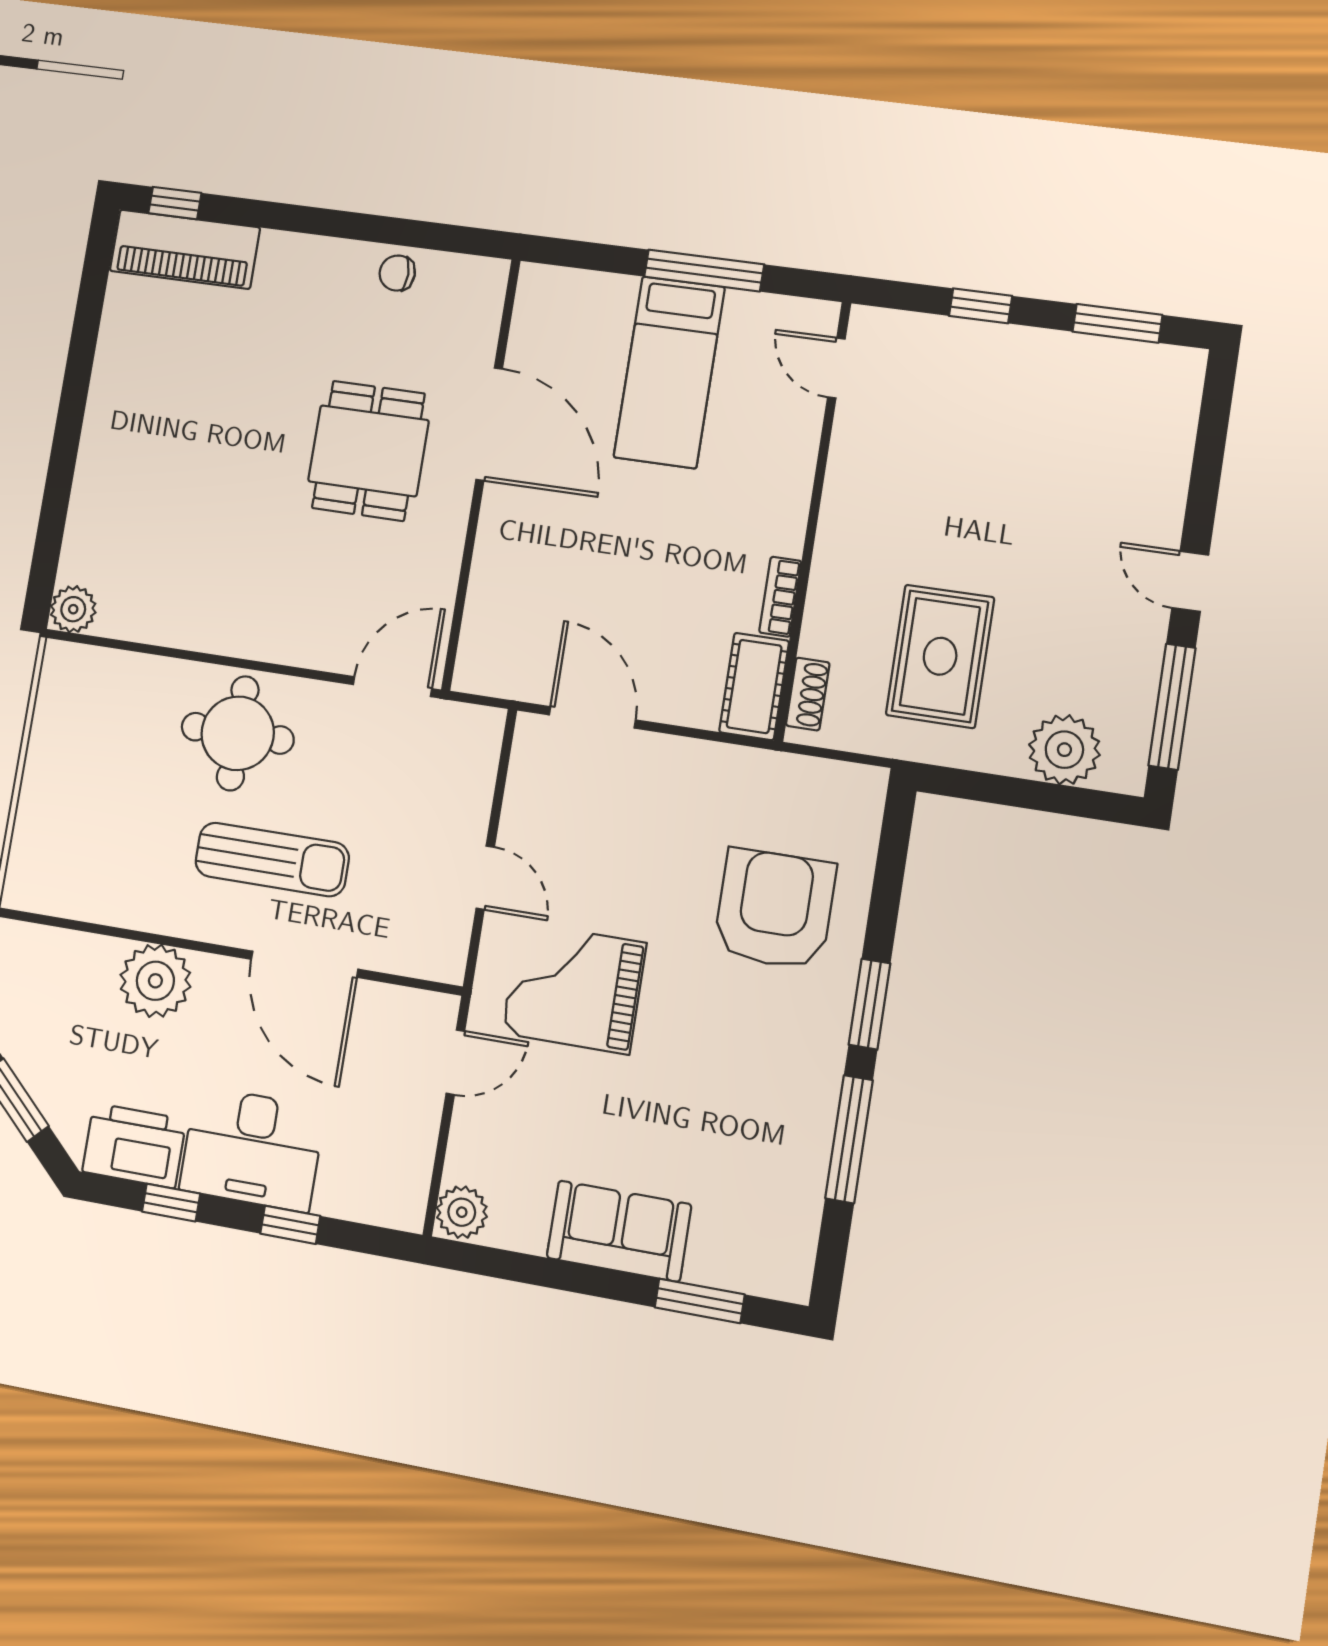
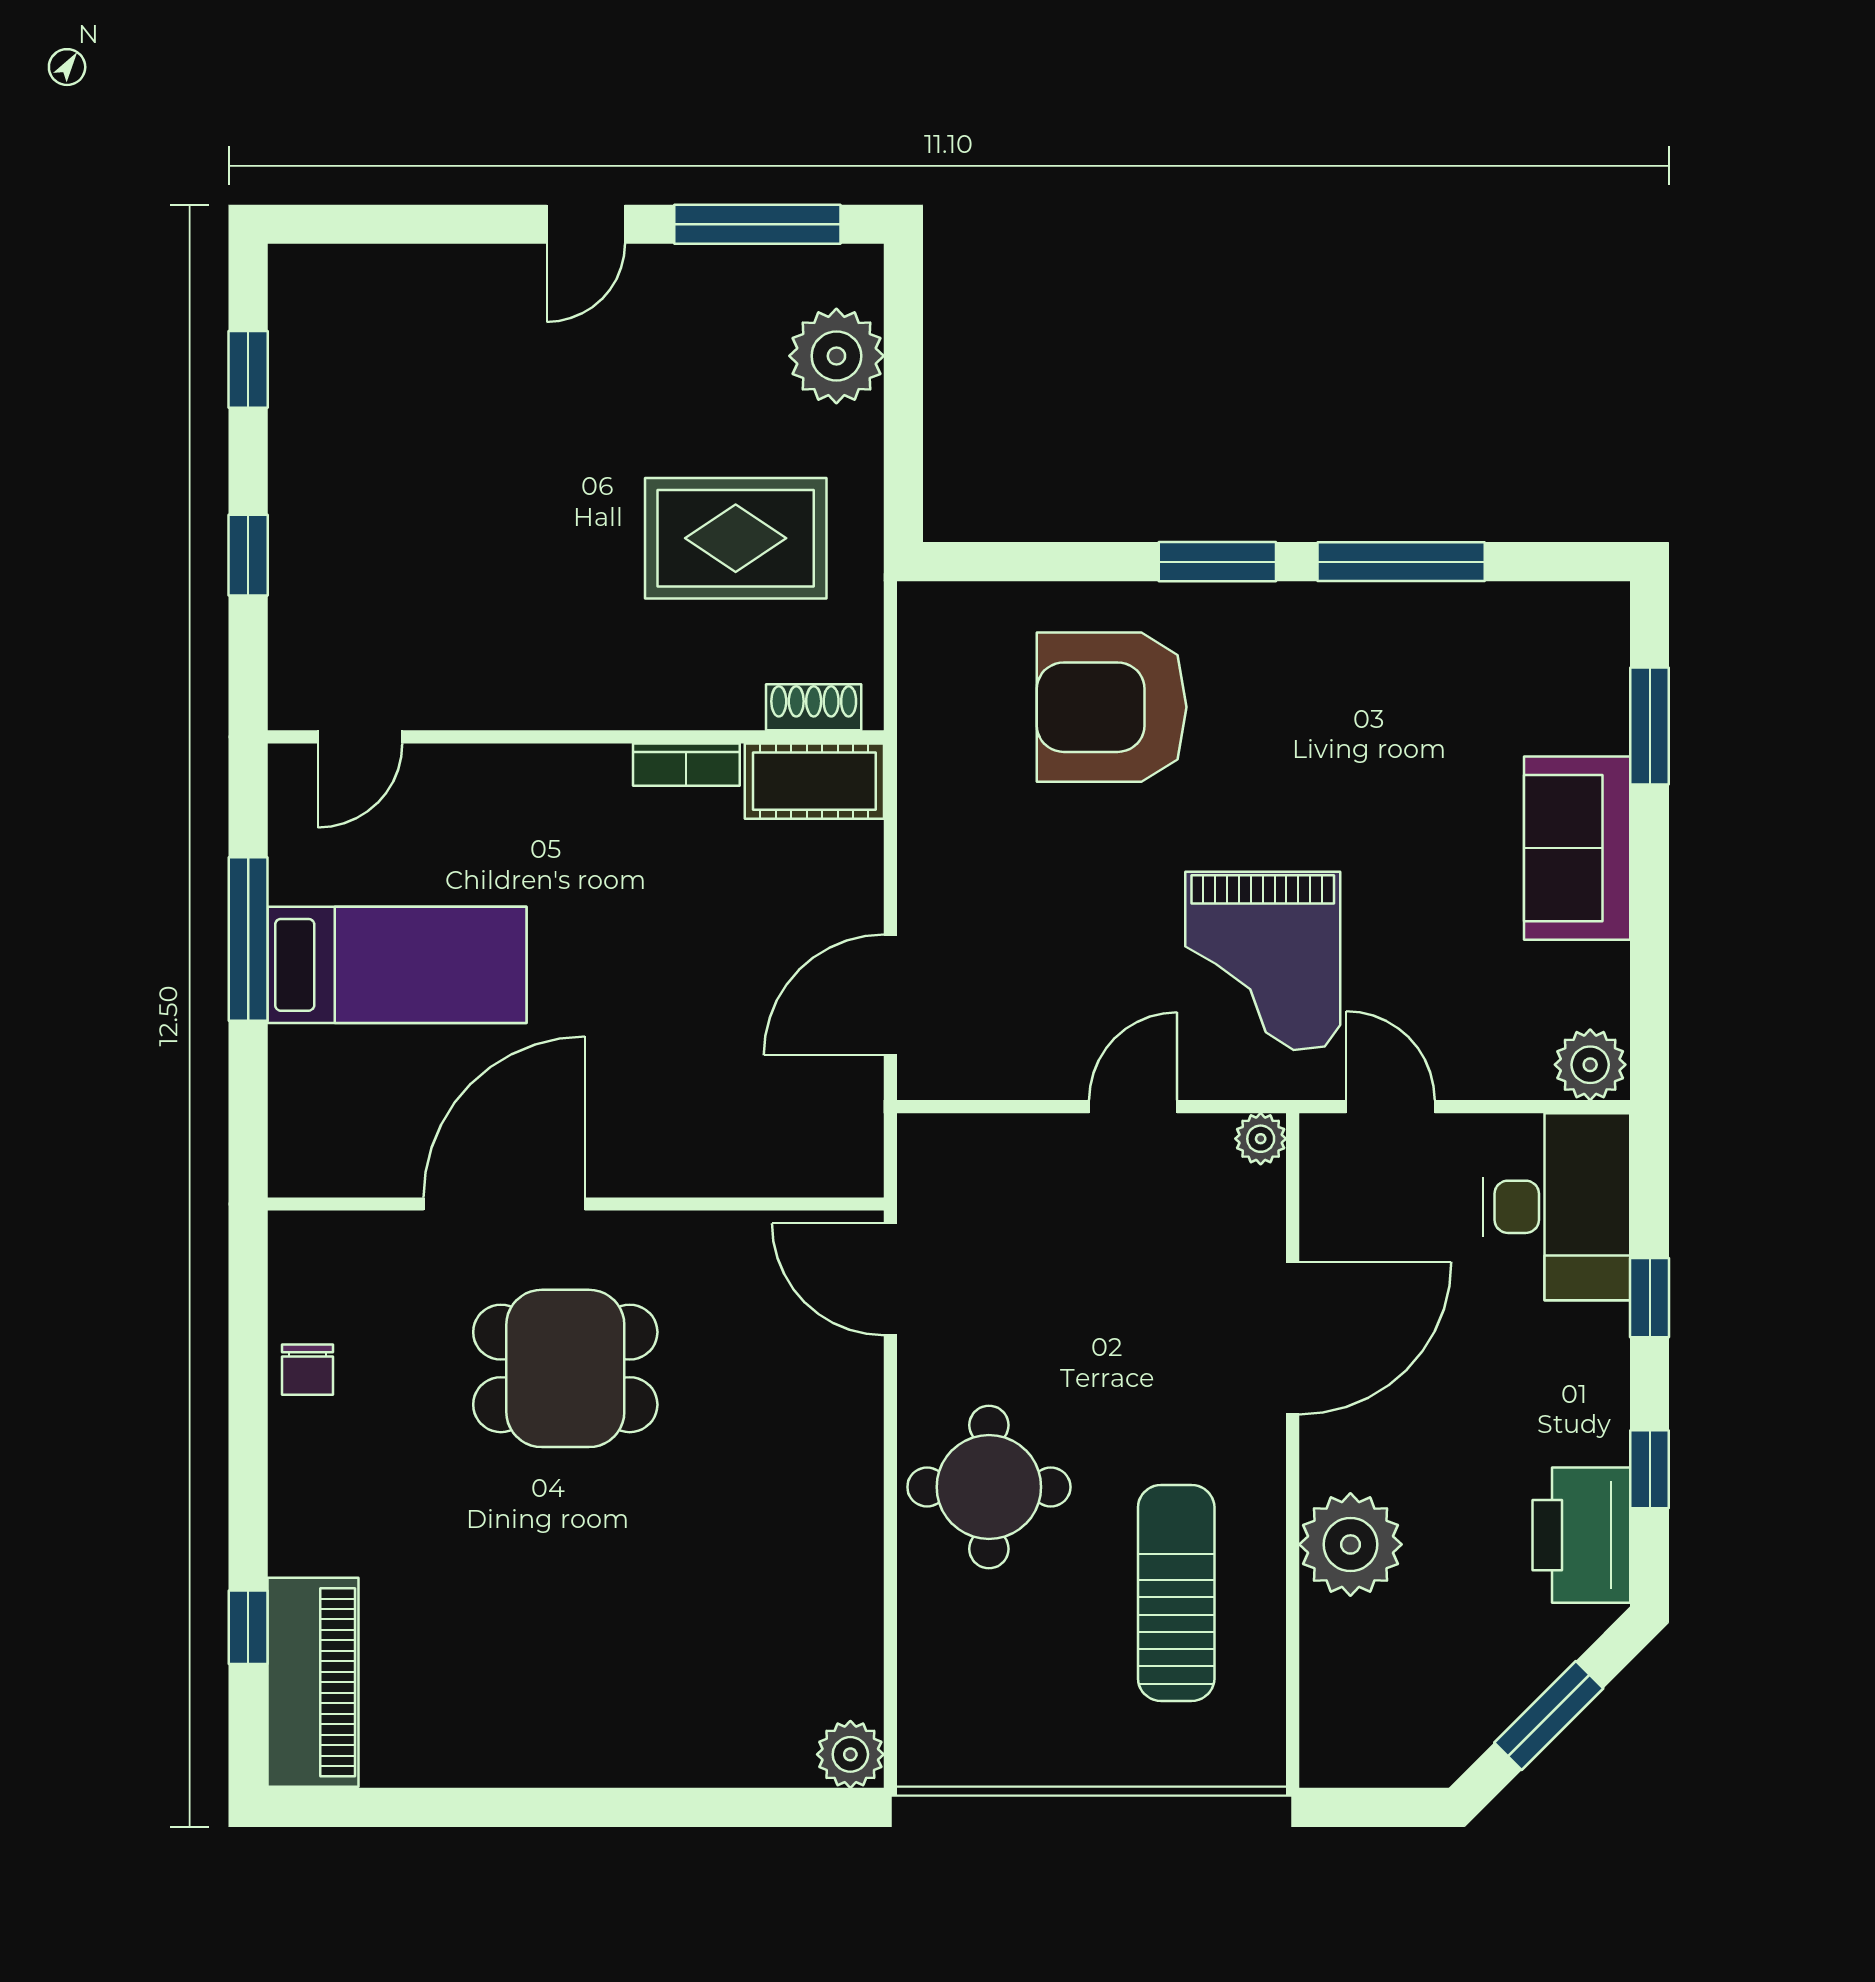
window: (175, 203) -> (248, 1627), moved
window: (1117, 323) -> (248, 369), width x0.67
sun lounger: (272, 859) -> (1176, 1593), moved
plant: (448, 965) -> (1261, 1139), added
desk: (252, 1149) -> (1556, 1207), moved

